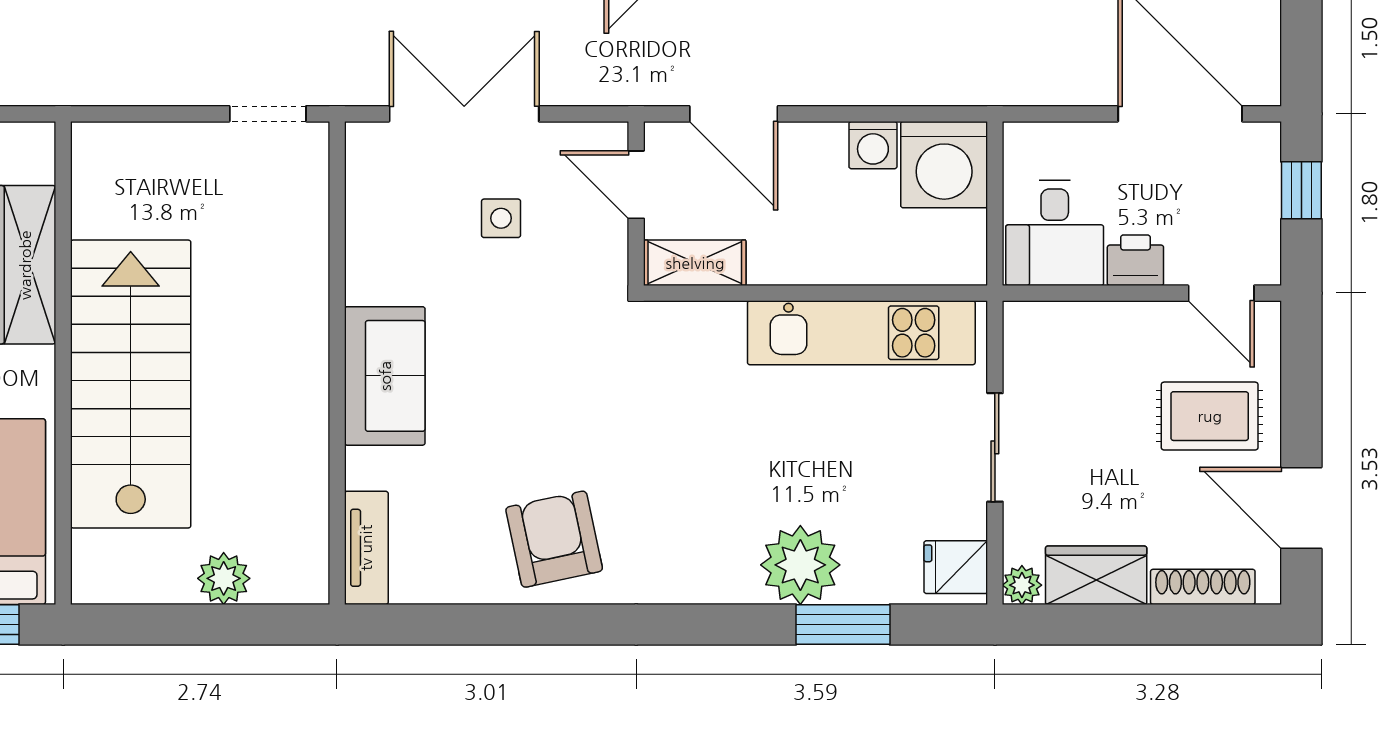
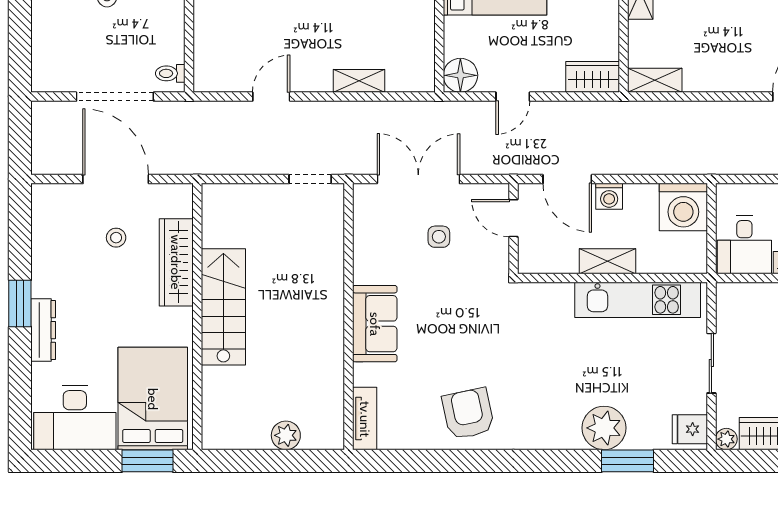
washing machine: (873, 145) -> (609, 196), moved
shelving: (695, 263) -> (607, 261), moved
stairs: (131, 384) -> (223, 307), width x0.73, depth x0.66

